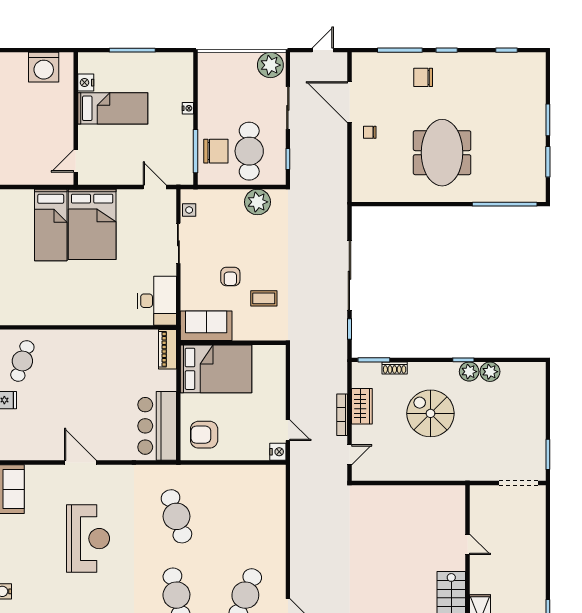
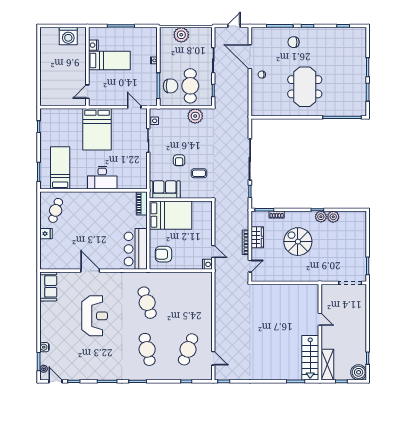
plant: (270, 65) -> (181, 35), moved
bed: (51, 225) -> (60, 168), moved, turned 180
desk: (157, 301) -> (102, 178), moved, turned 90

